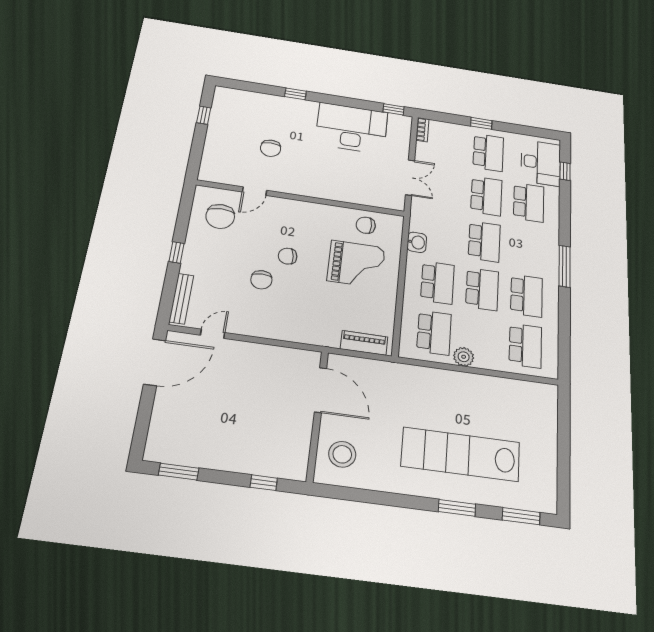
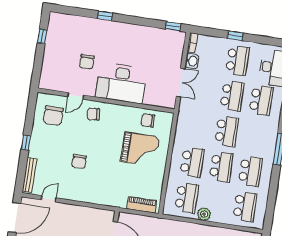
desk: (352, 128) -> (121, 83), moved, turned 180
washbasin: (417, 242) -> (192, 61), moved
chair: (288, 256) -> (93, 114), moved

